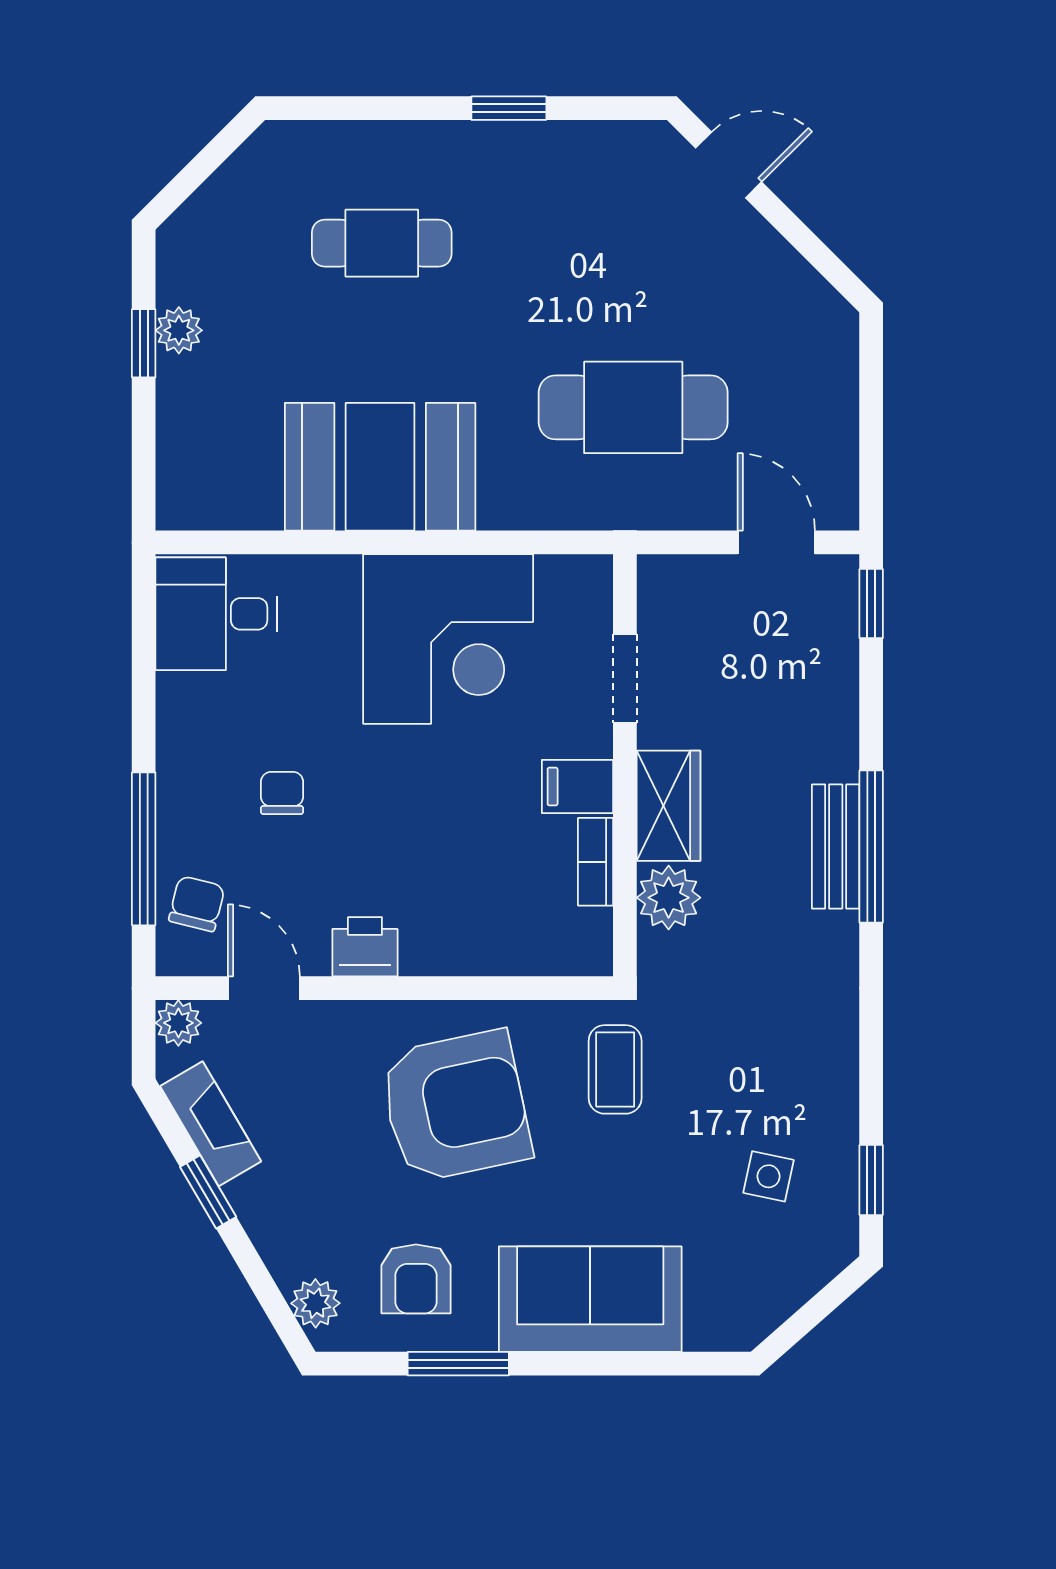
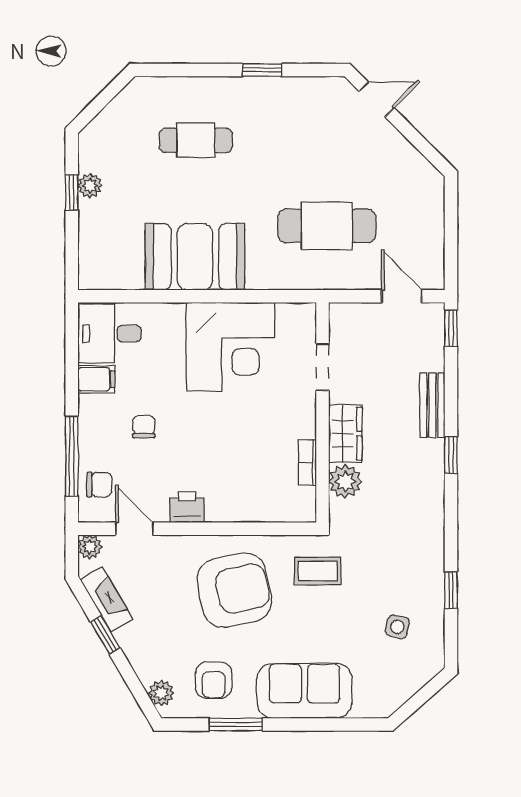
filing cabinet: (577, 787) -> (96, 379), moved, turned 180
bench: (836, 847) -> (432, 405), moved
window: (871, 847) -> (451, 455), width x0.46
chair: (197, 904) -> (99, 485), turned 76
coffee table: (615, 1069) -> (317, 571), turned 90
window: (871, 1180) -> (451, 590), moved

